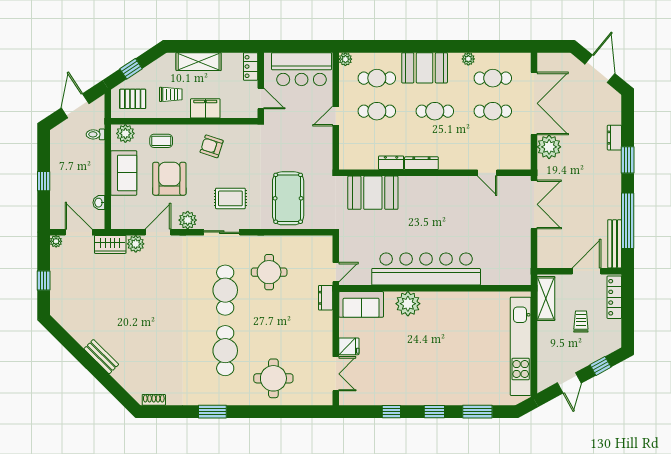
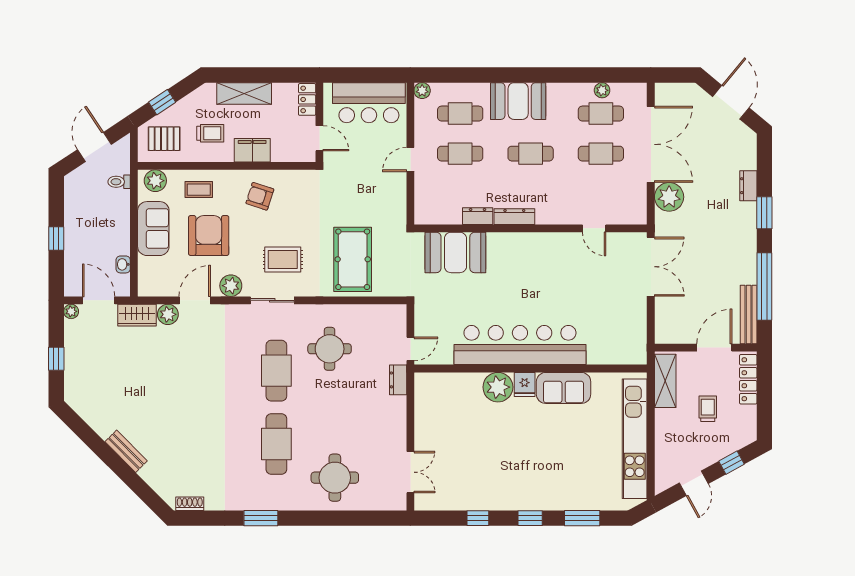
plant: (468, 59) -> (602, 90), moved
sofa: (361, 304) -> (564, 388), moved
fridge: (349, 346) -> (525, 385), moved, turned 90

